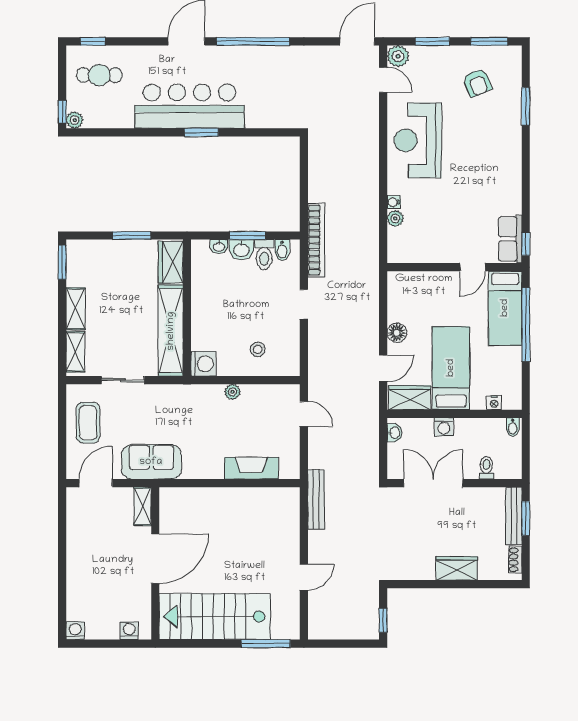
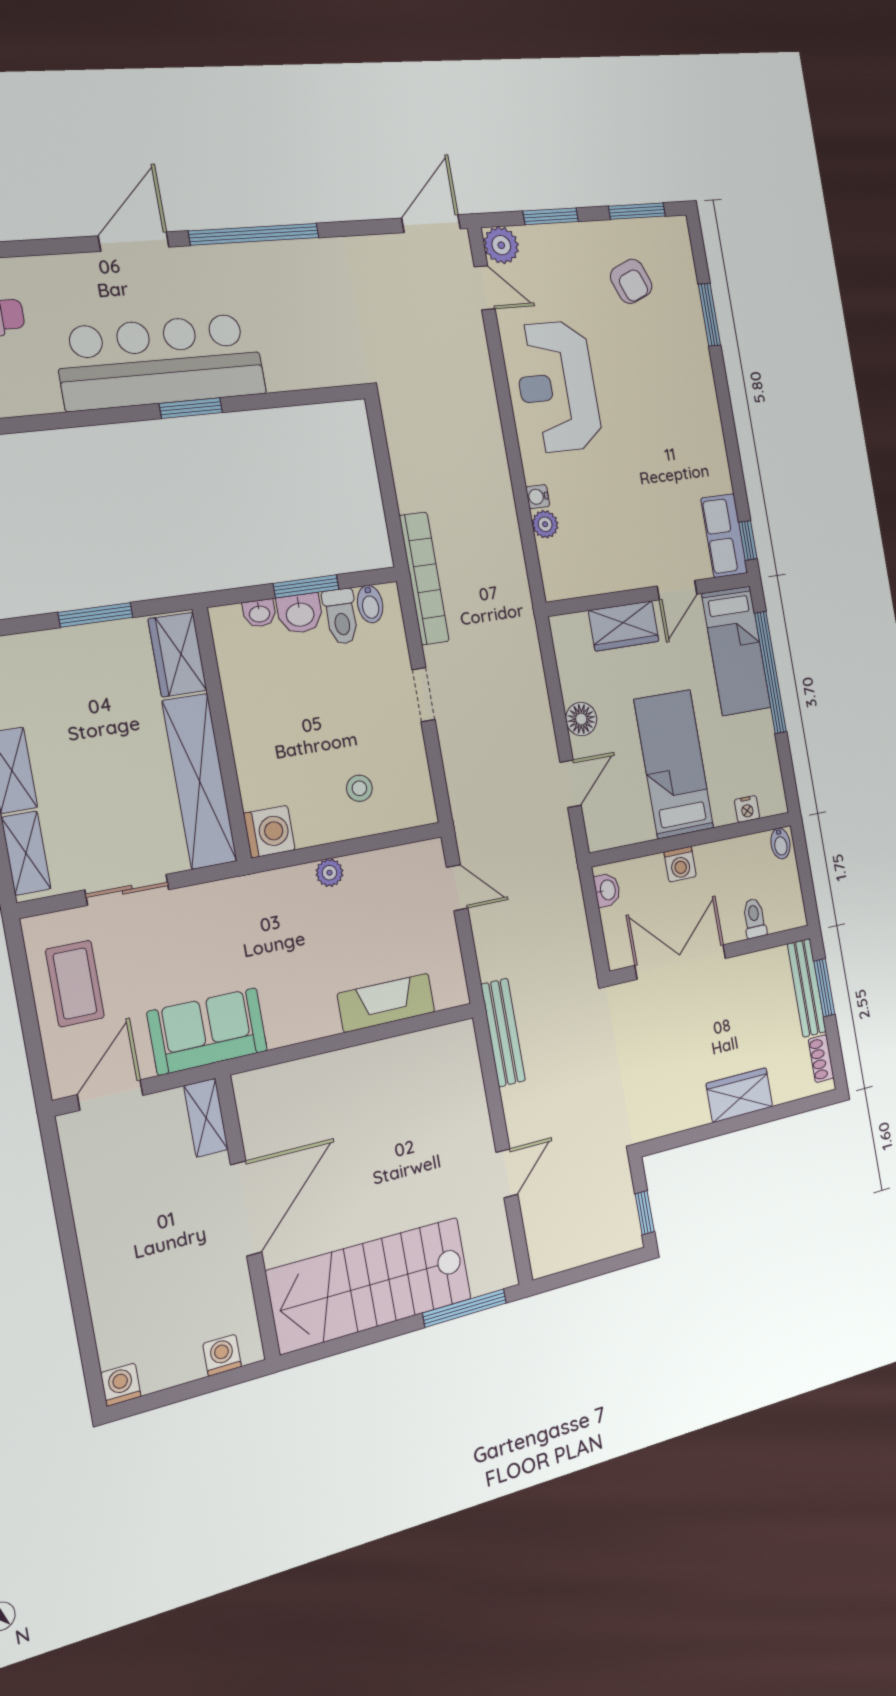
wardrobe: (410, 398) -> (624, 626), moved, turned 180

